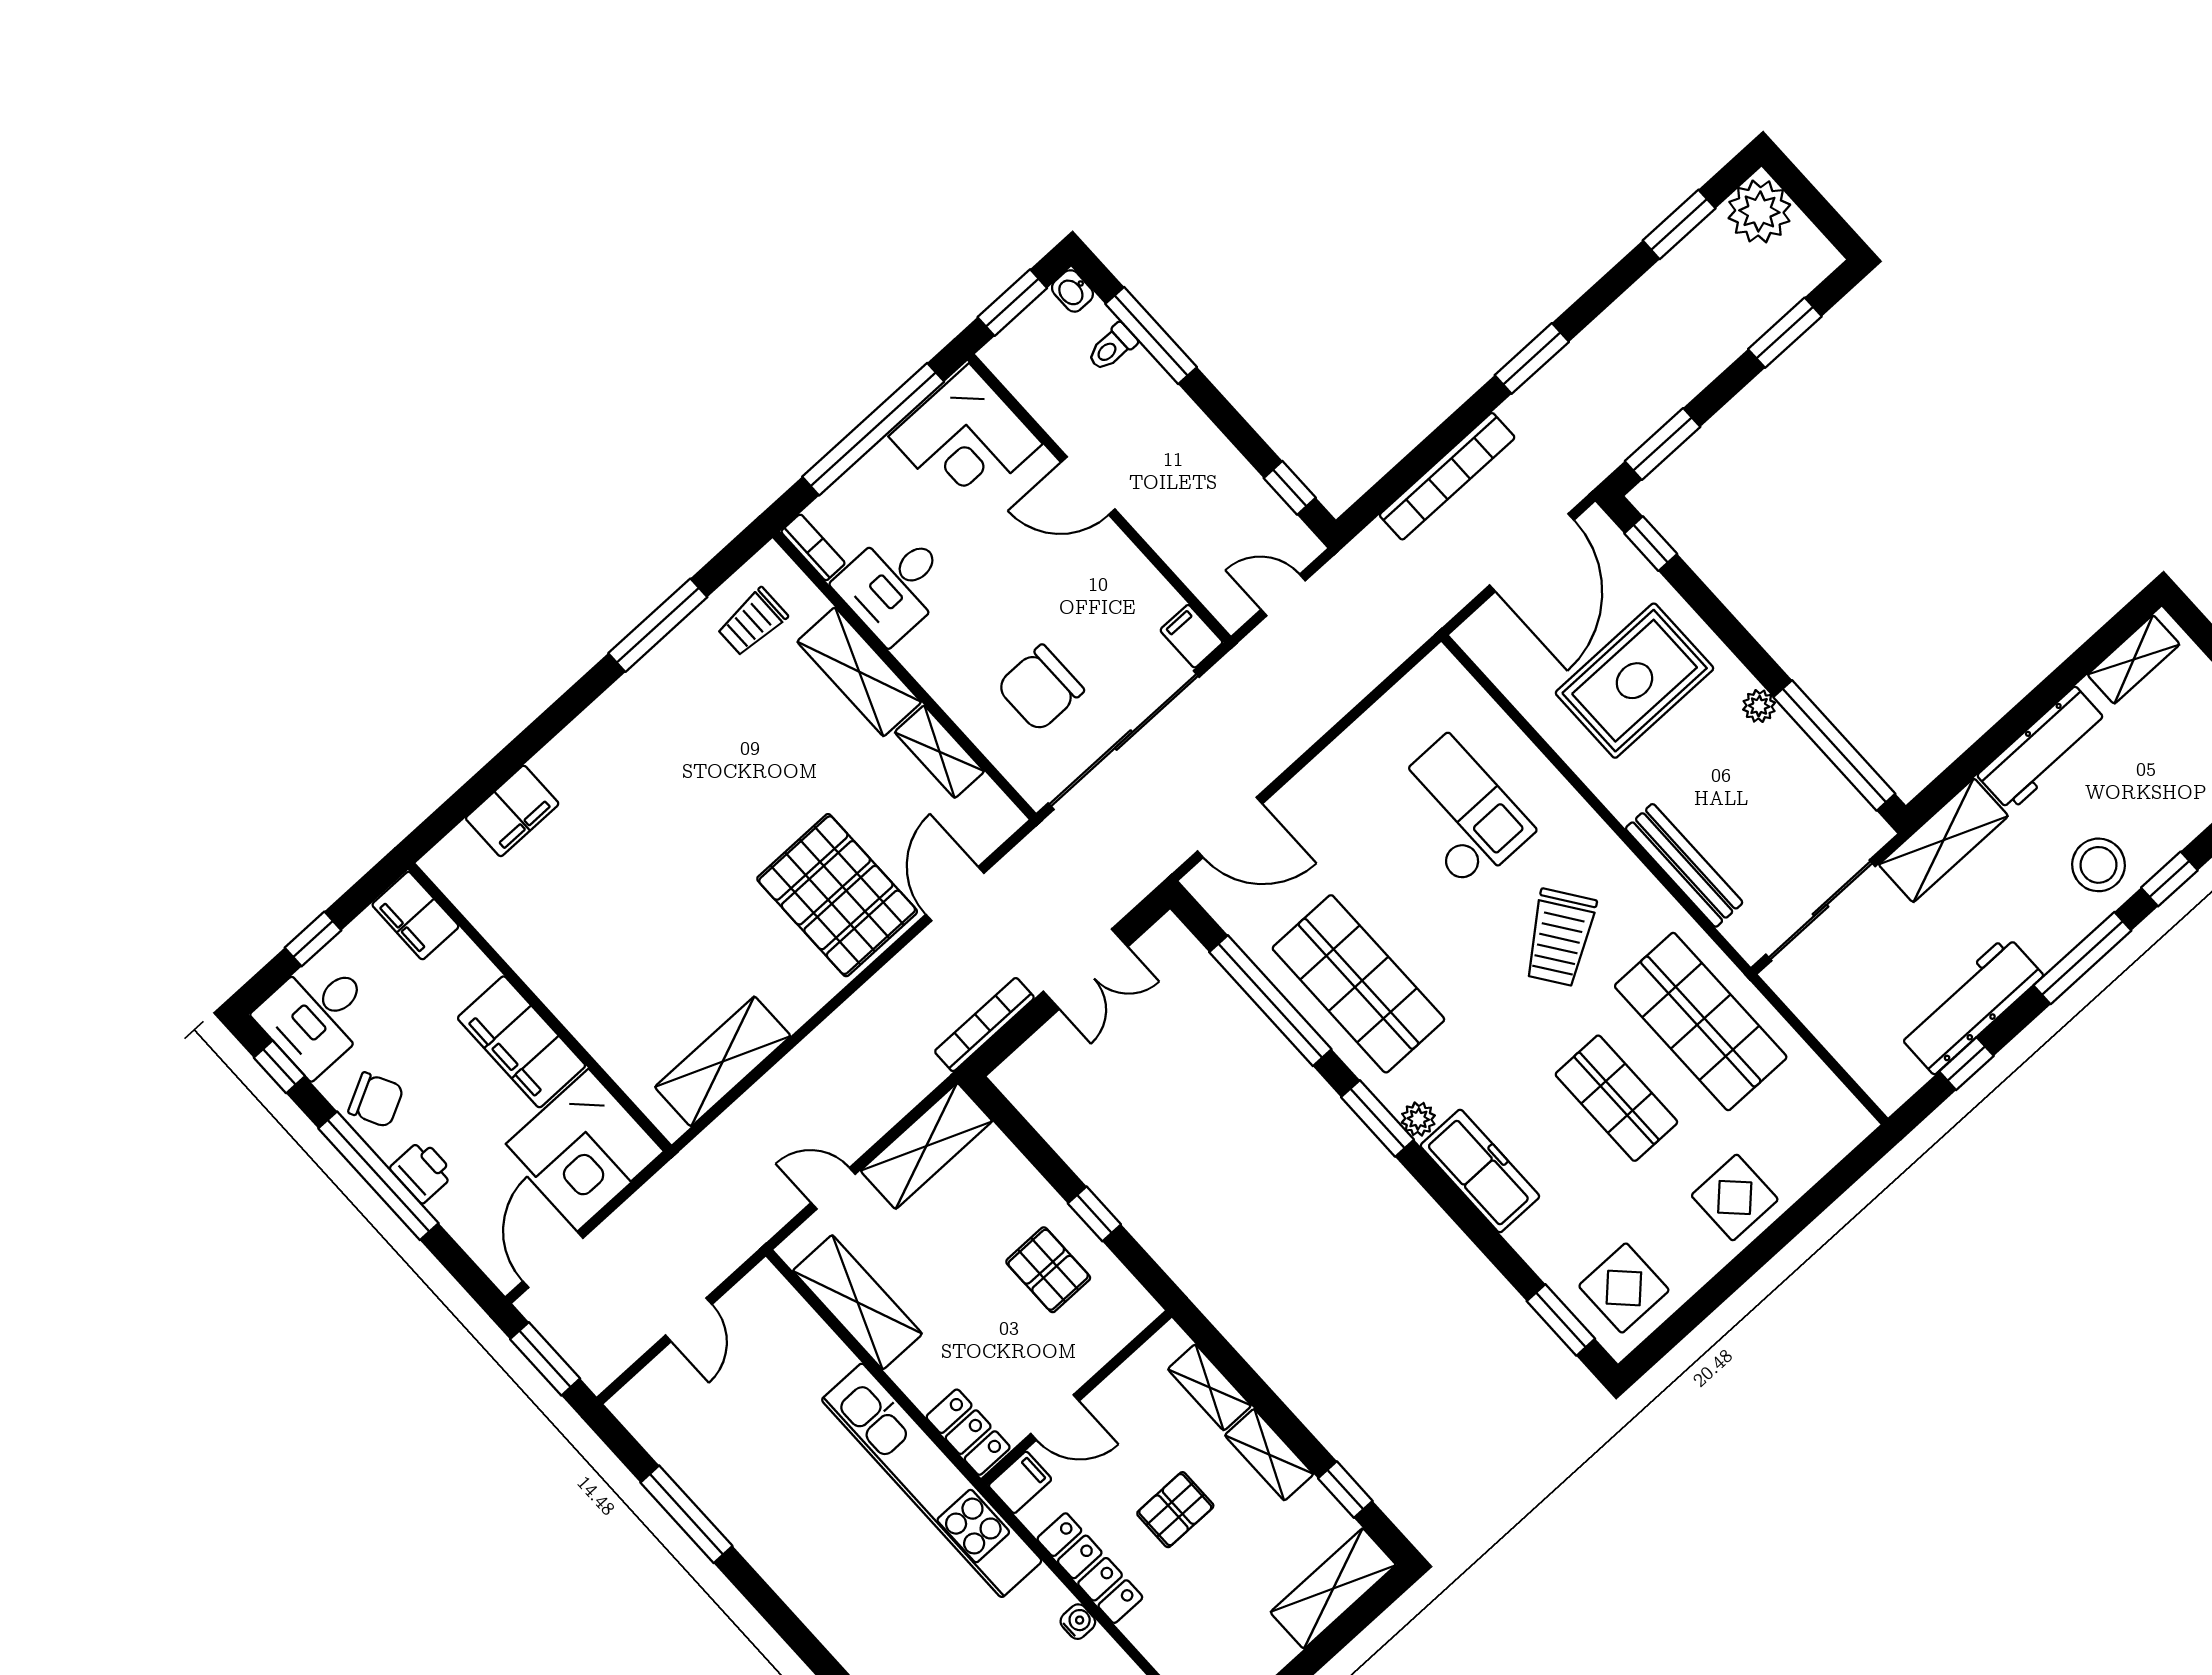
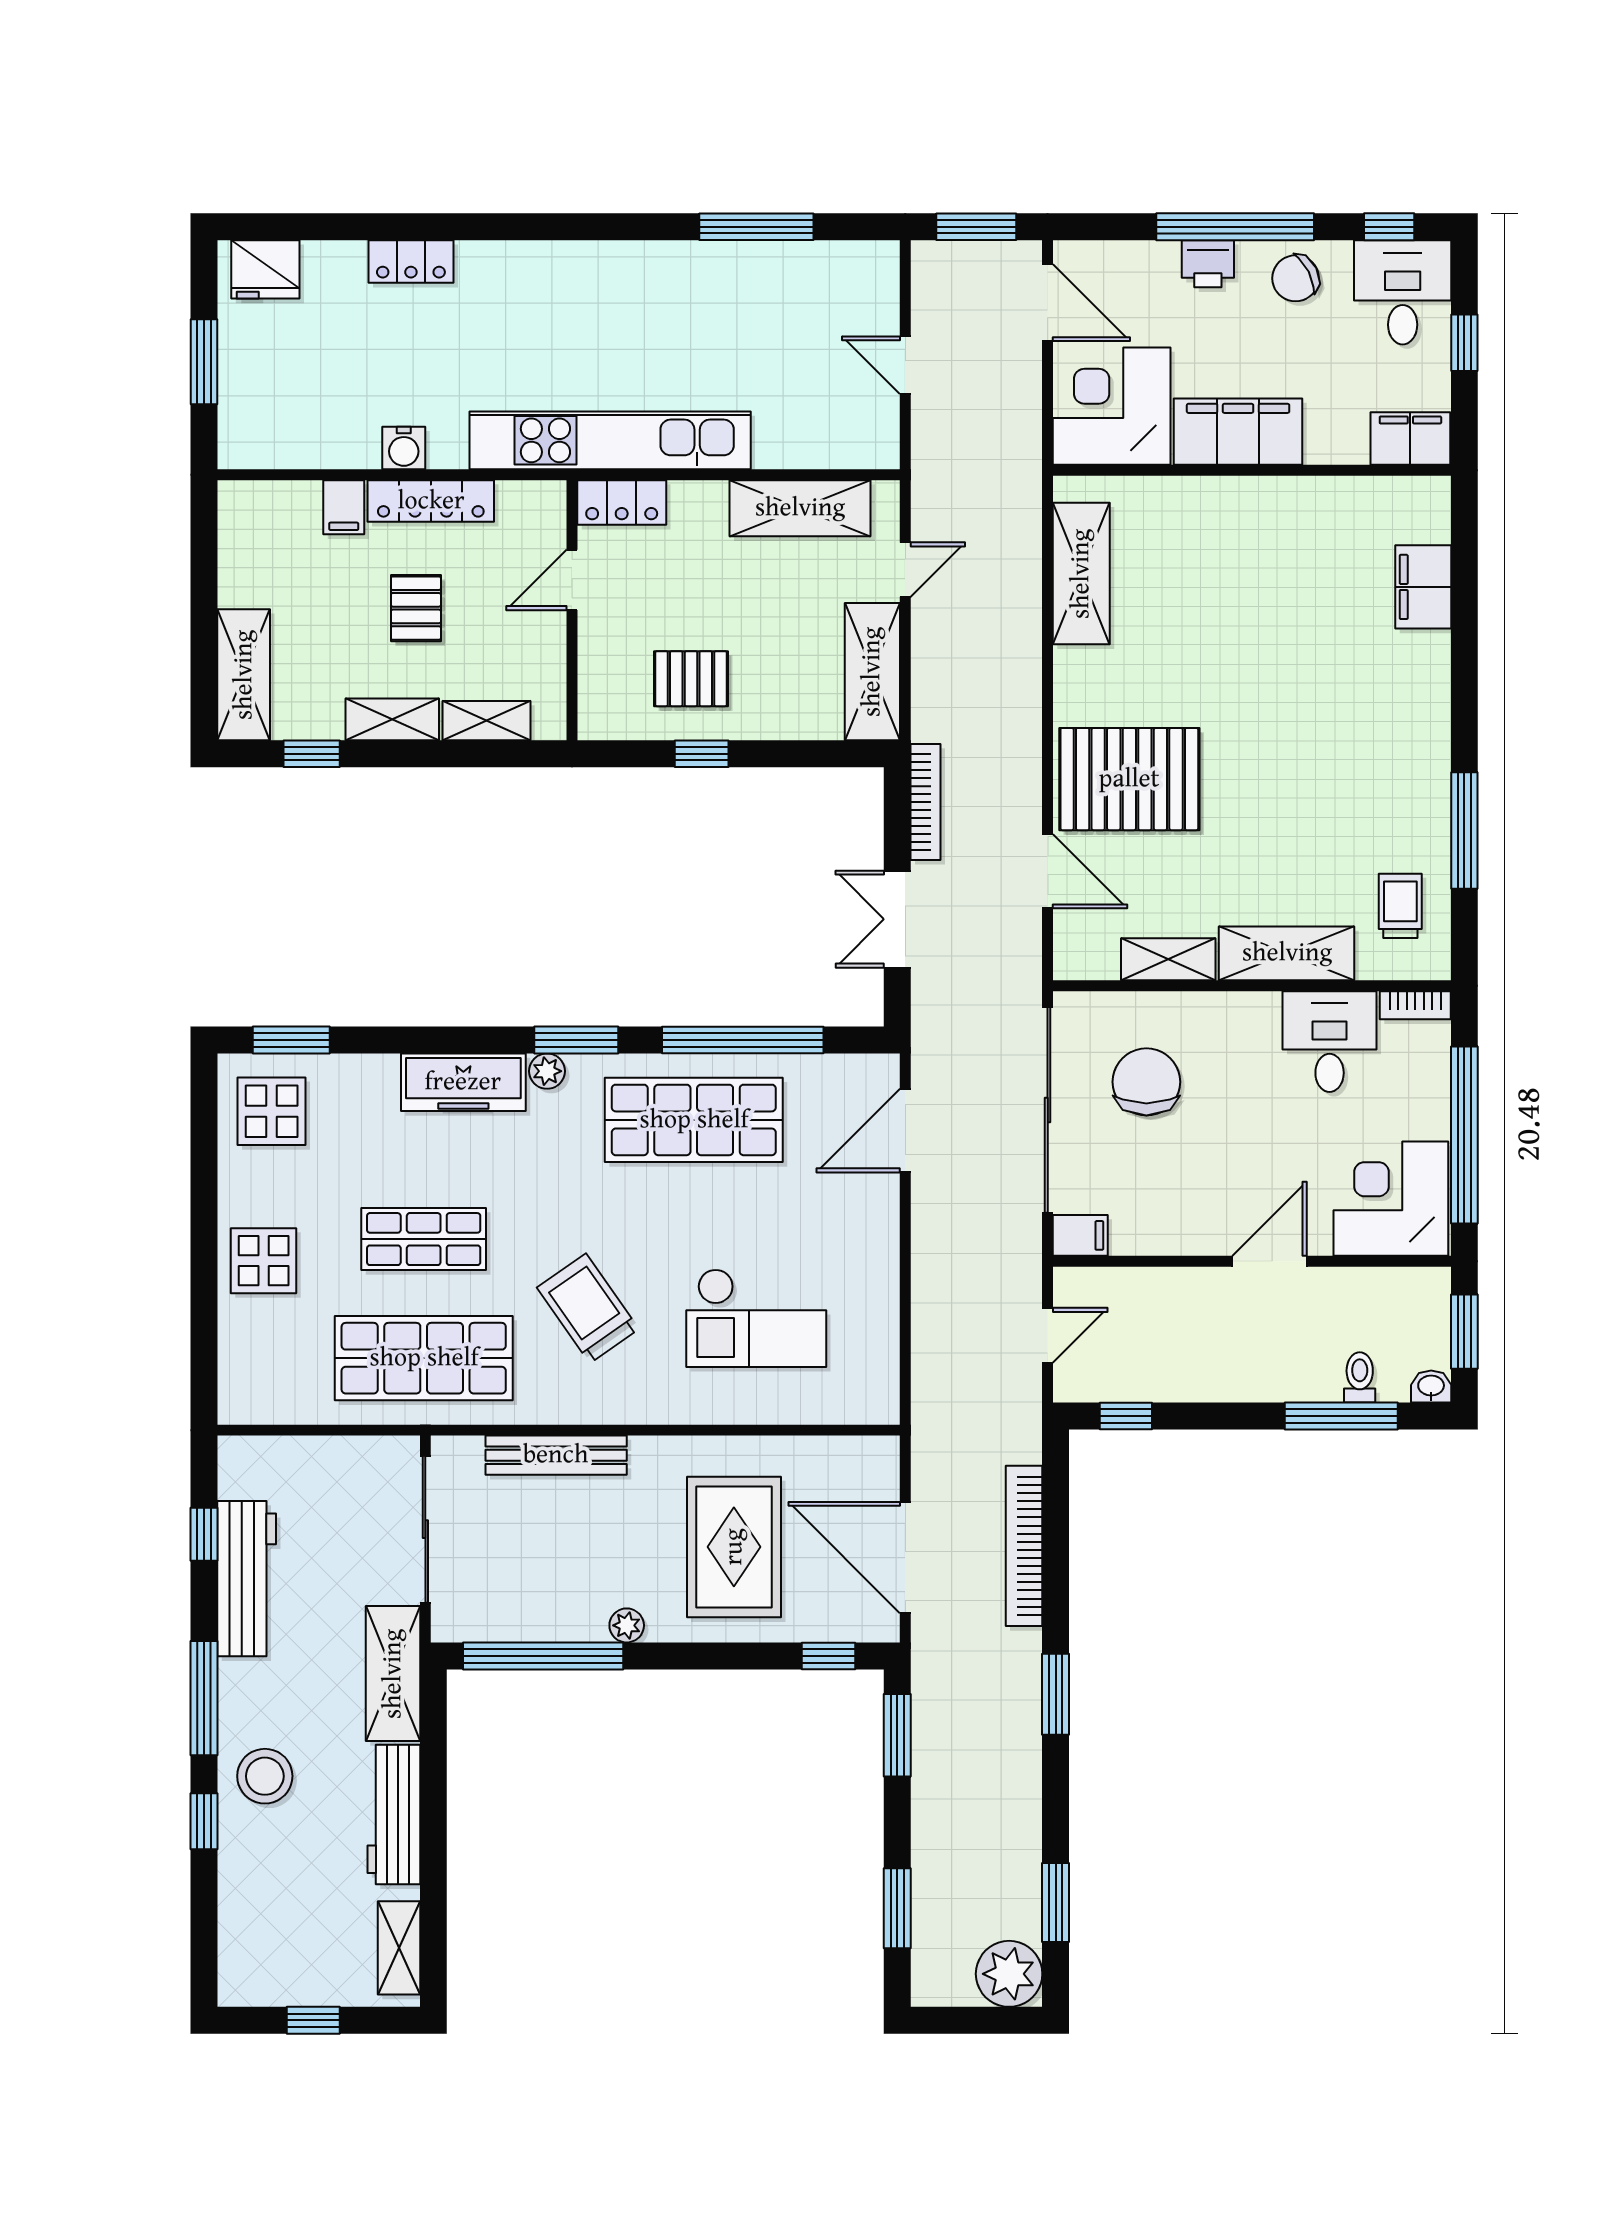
filing cabinet: (1020, 1482) -> (344, 507), moved
water cooler: (1078, 1622) -> (404, 448), width x1.38, depth x1.38

